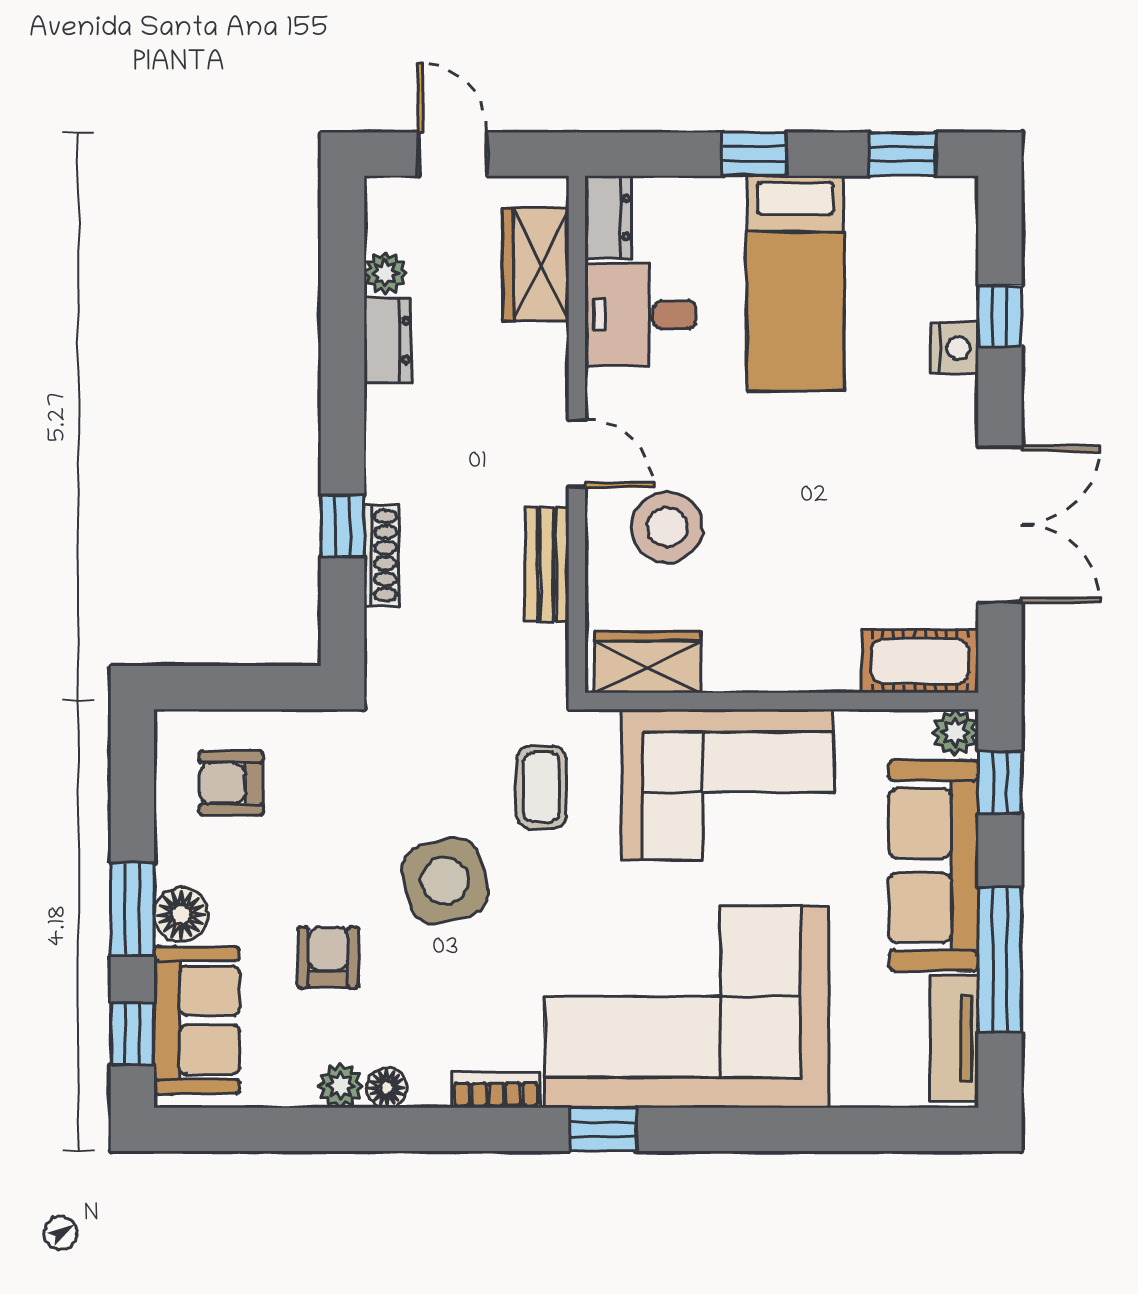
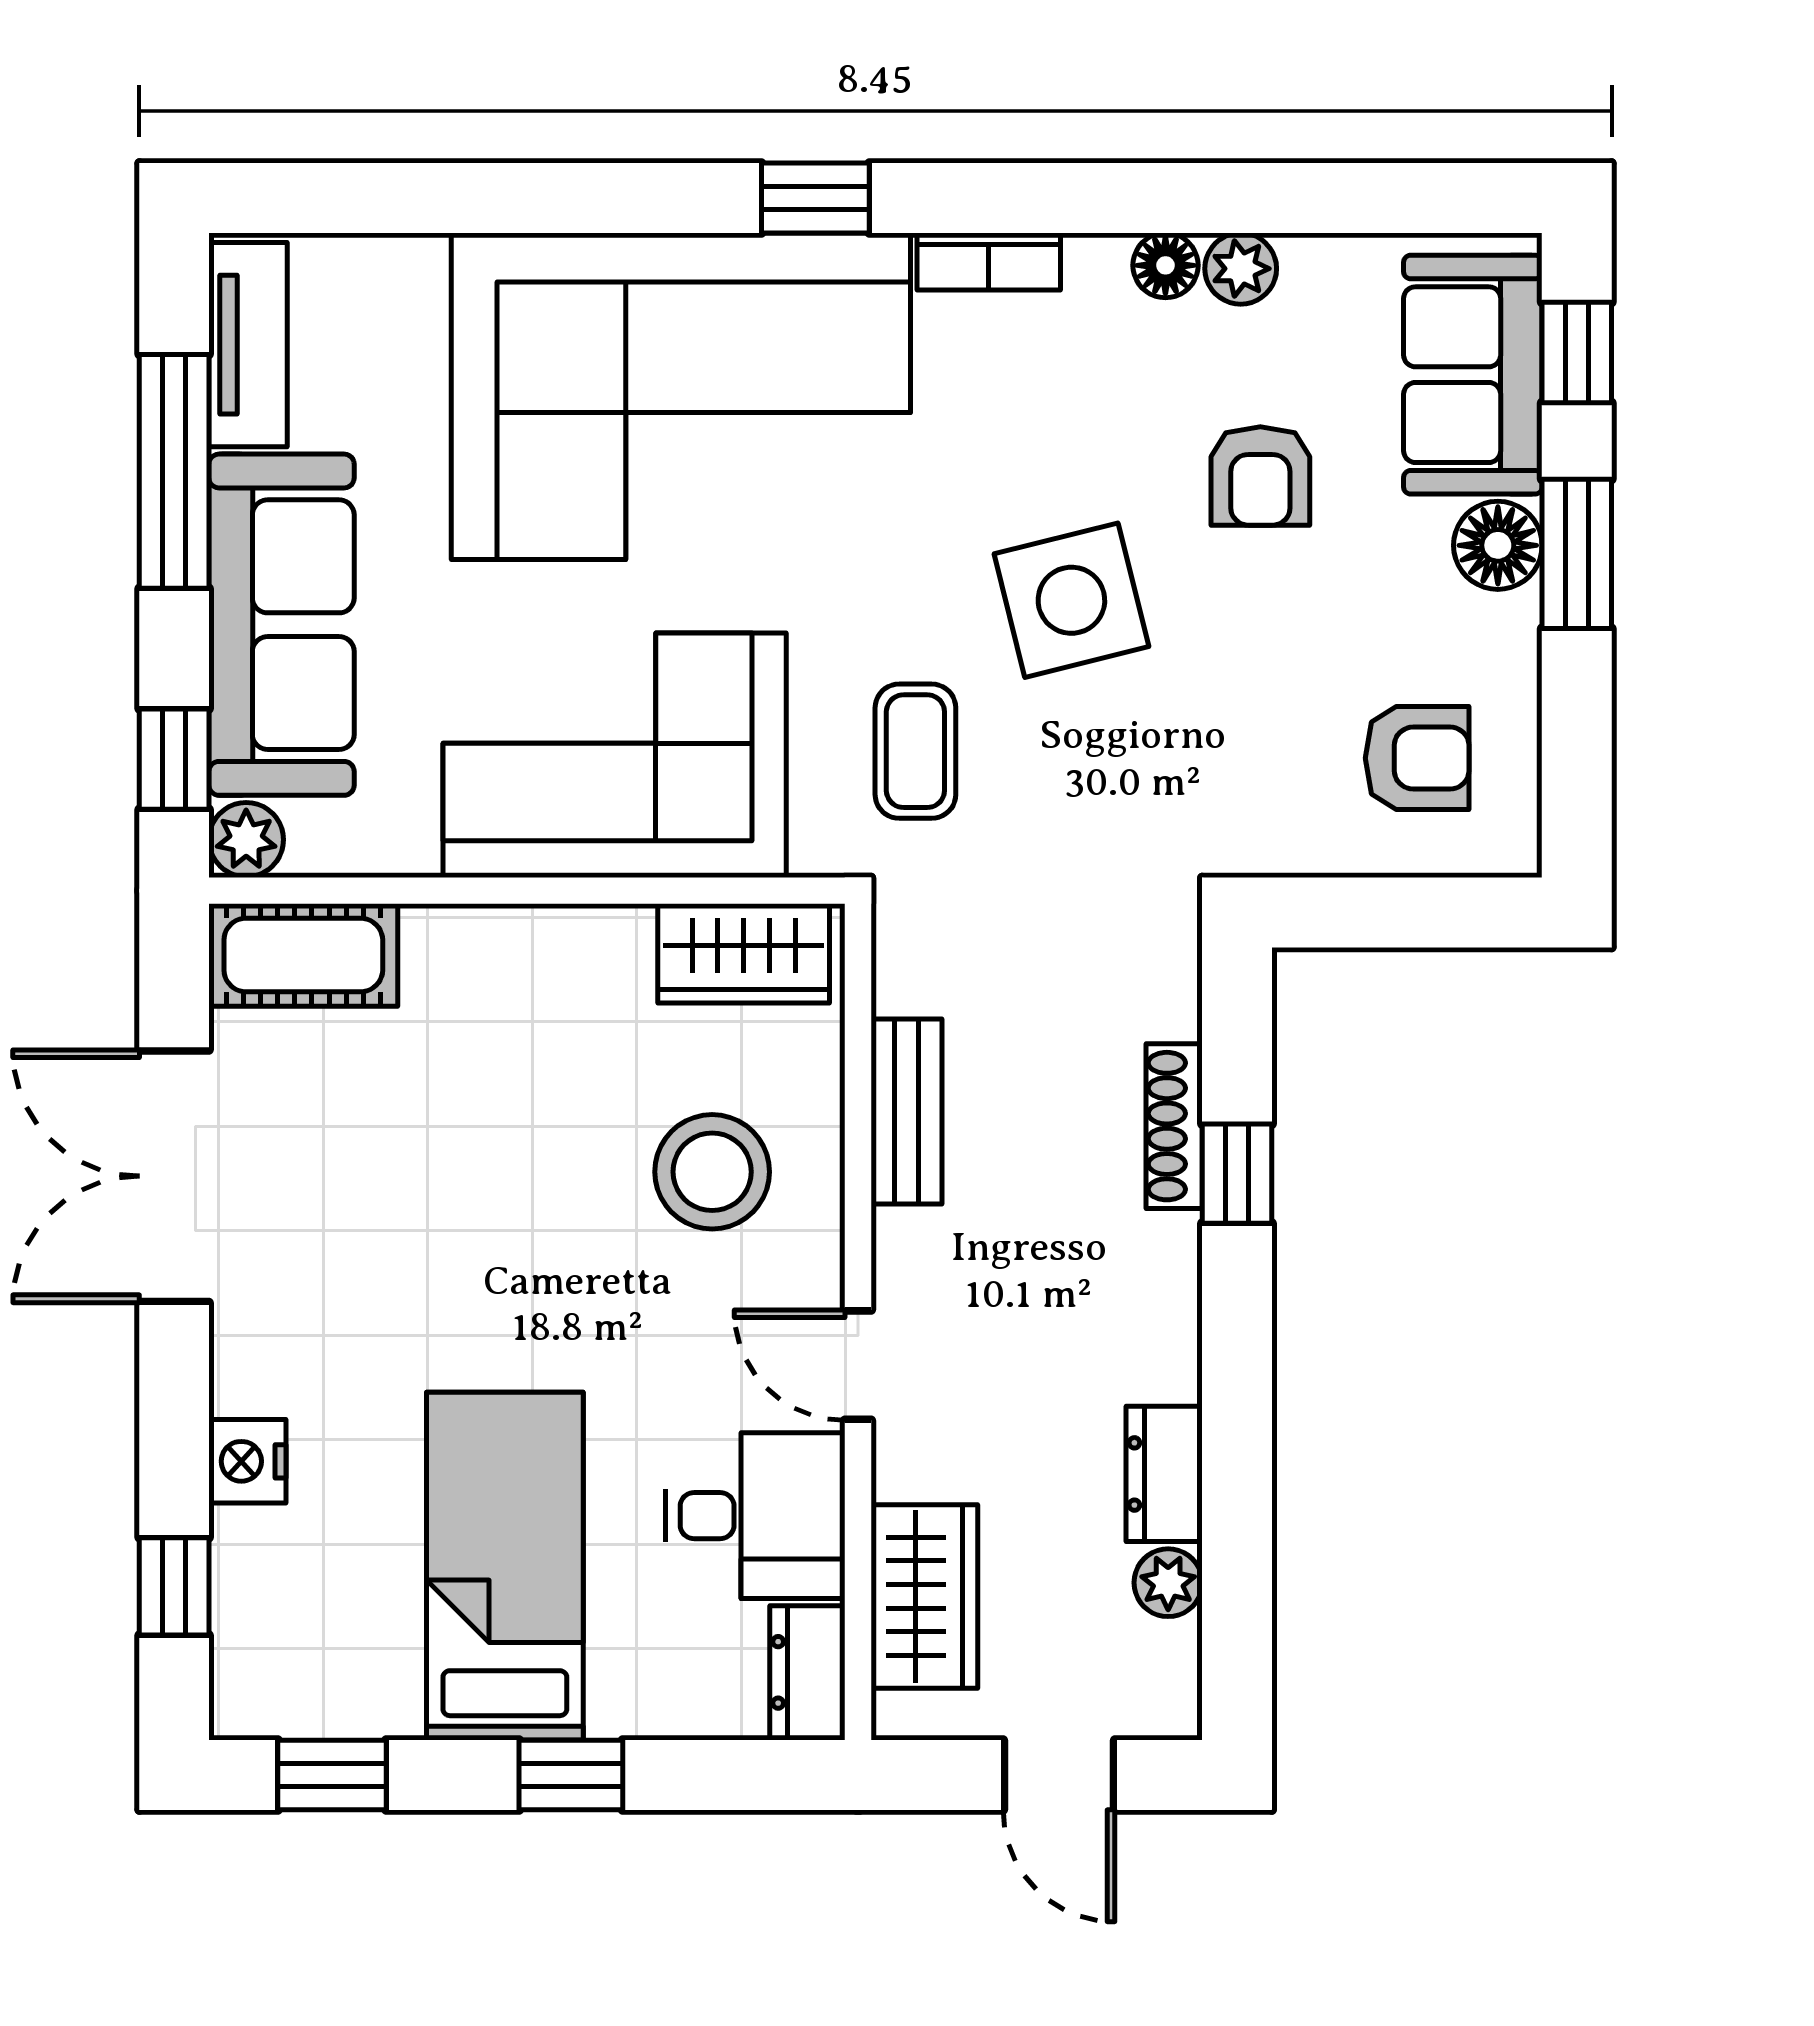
window: (1000, 316) -> (174, 1586), moved
door: (577, 454) -> (858, 1365), moved

